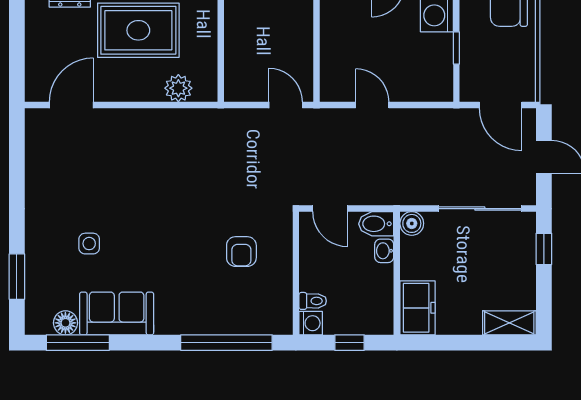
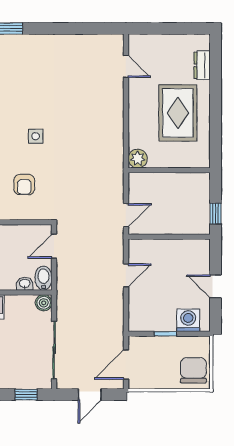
plant: (178, 88) -> (138, 159), moved
door: (71, 105) -> (126, 66), width x0.73
side table: (89, 244) -> (36, 136), moved
armchair: (241, 252) -> (24, 184), turned -90

